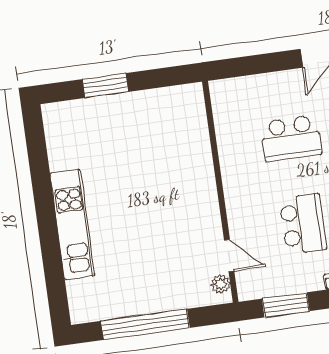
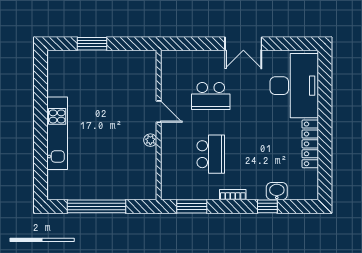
door: (229, 256) -> (159, 112), moved
plant: (221, 284) -> (150, 140), moved

